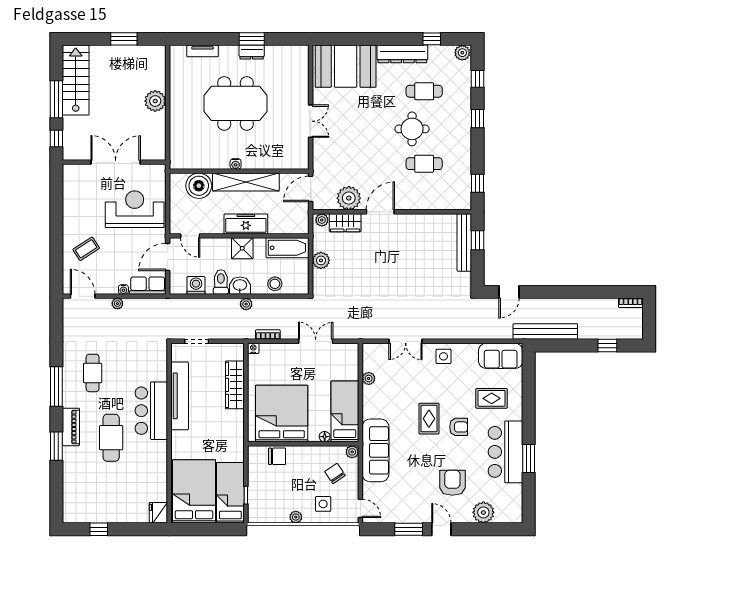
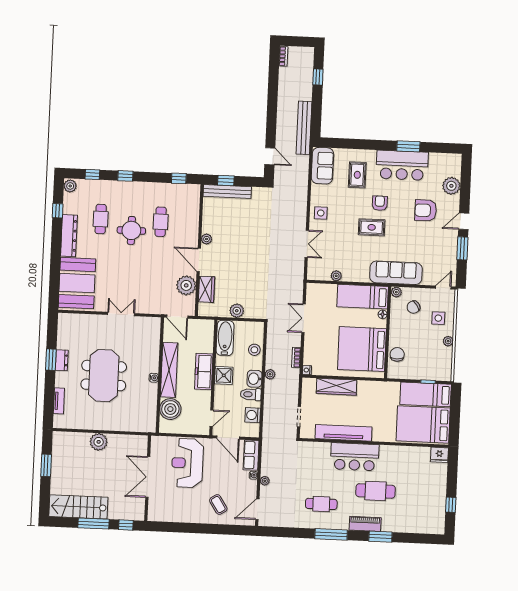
plant: (322, 220) -> (206, 239), moved

